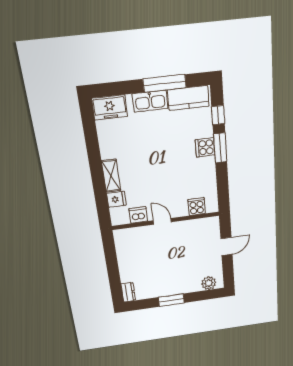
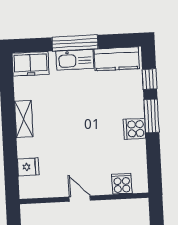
window: (165, 83) -> (75, 43), moved
cooker: (205, 147) -> (135, 129), moved
shelving: (111, 176) -> (24, 119), moved
dishwasher: (138, 215) -> (52, 188), removed

